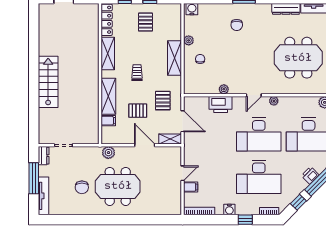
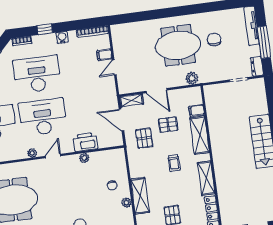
shelving: (174, 58) -> (140, 196), moved

